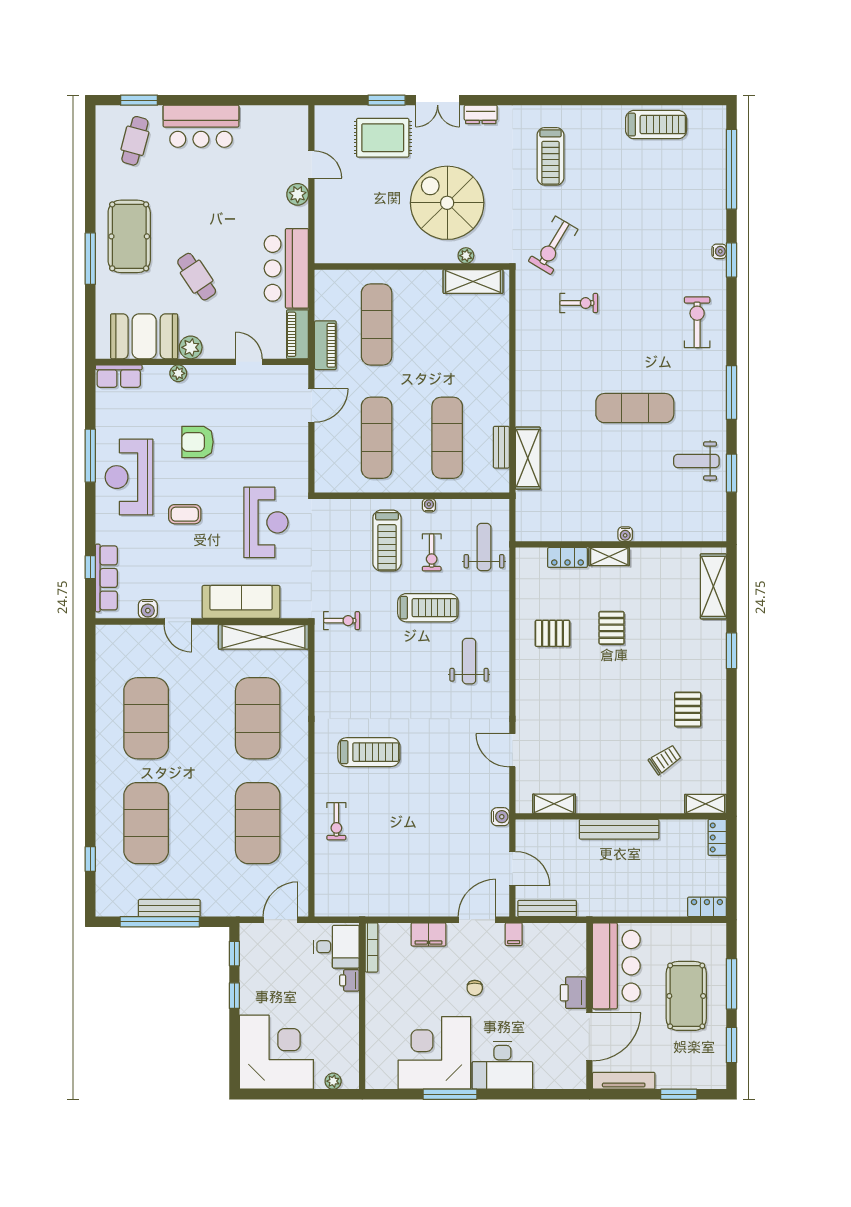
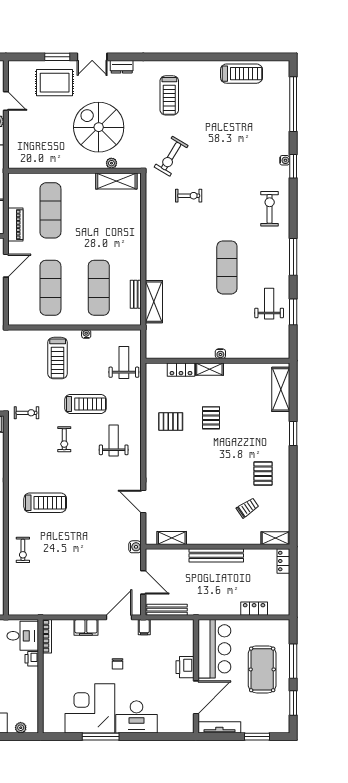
exercise mat: (635, 408) -> (227, 267), turned 90
weight bench: (696, 461) -> (269, 304), turned 90
exercise bike: (432, 552) -> (64, 439), moved
locker: (707, 907) -> (254, 609), moved

